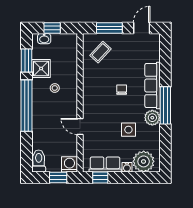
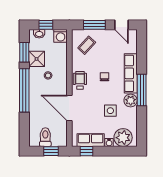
door: (142, 28) -> (122, 25), swing flipped
wheelchair: (92, 94) -> (80, 80), added
door: (80, 126) -> (69, 108), width x1.88
toilet: (39, 161) -> (45, 137), moved
washing machine: (69, 164) -> (61, 36), moved, turned 180

